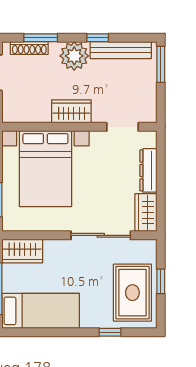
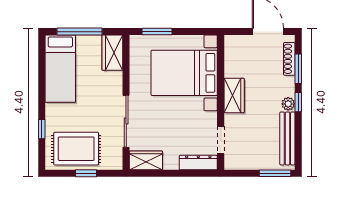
window: (98, 38) -> (298, 102), moved
plant: (74, 56) -> (288, 104), width x0.53, depth x0.53
dresser: (148, 170) -> (198, 163), moved

